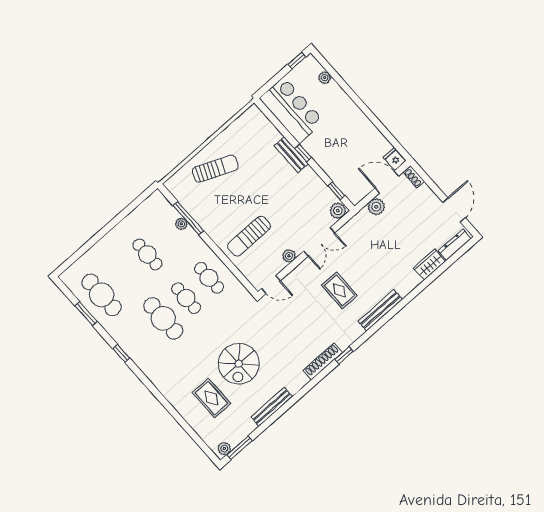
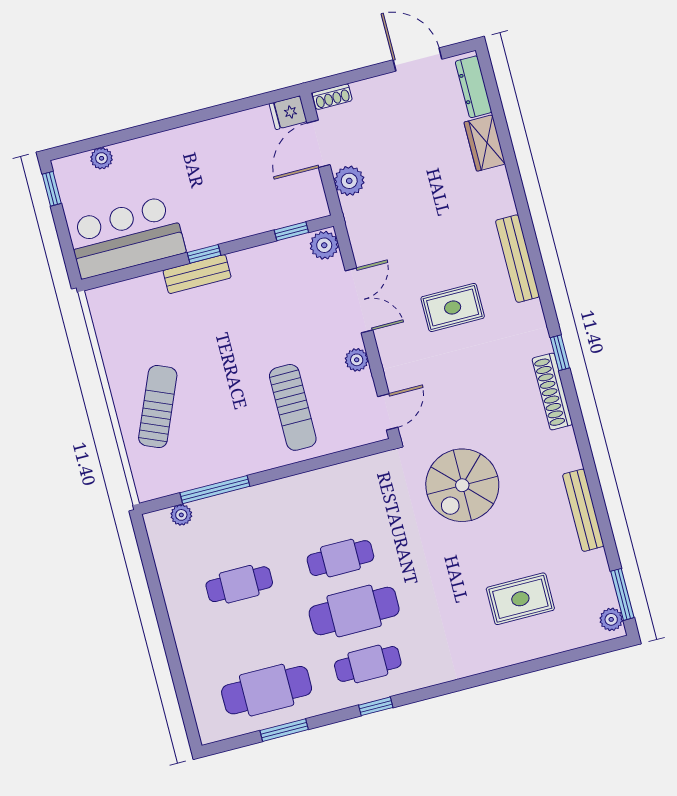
plant: (181, 224) -> (181, 515), moved
cafe table: (209, 278) -> (368, 664), moved
spiral stairs: (239, 364) -> (462, 485), moved, turned 90

